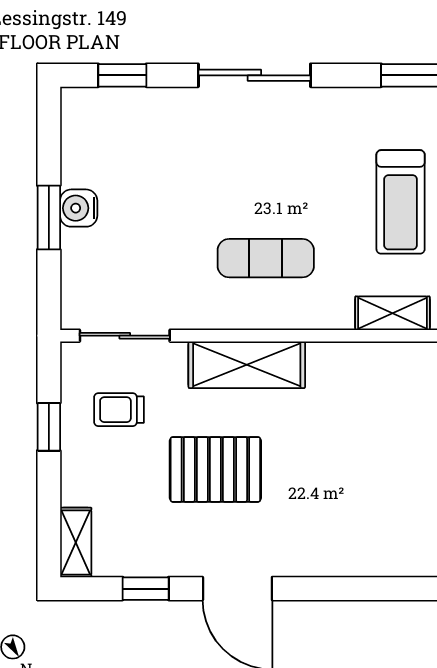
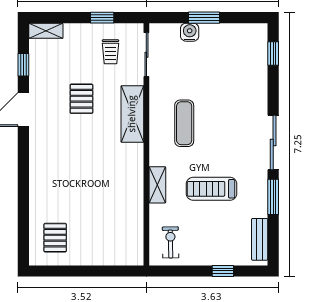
sliding door: (254, 75) -> (273, 142), moved
water cooler: (79, 208) -> (190, 32), moved
trolley: (119, 410) -> (111, 52), turned 180
pallet: (215, 469) -> (81, 99), width x0.67, depth x0.71

